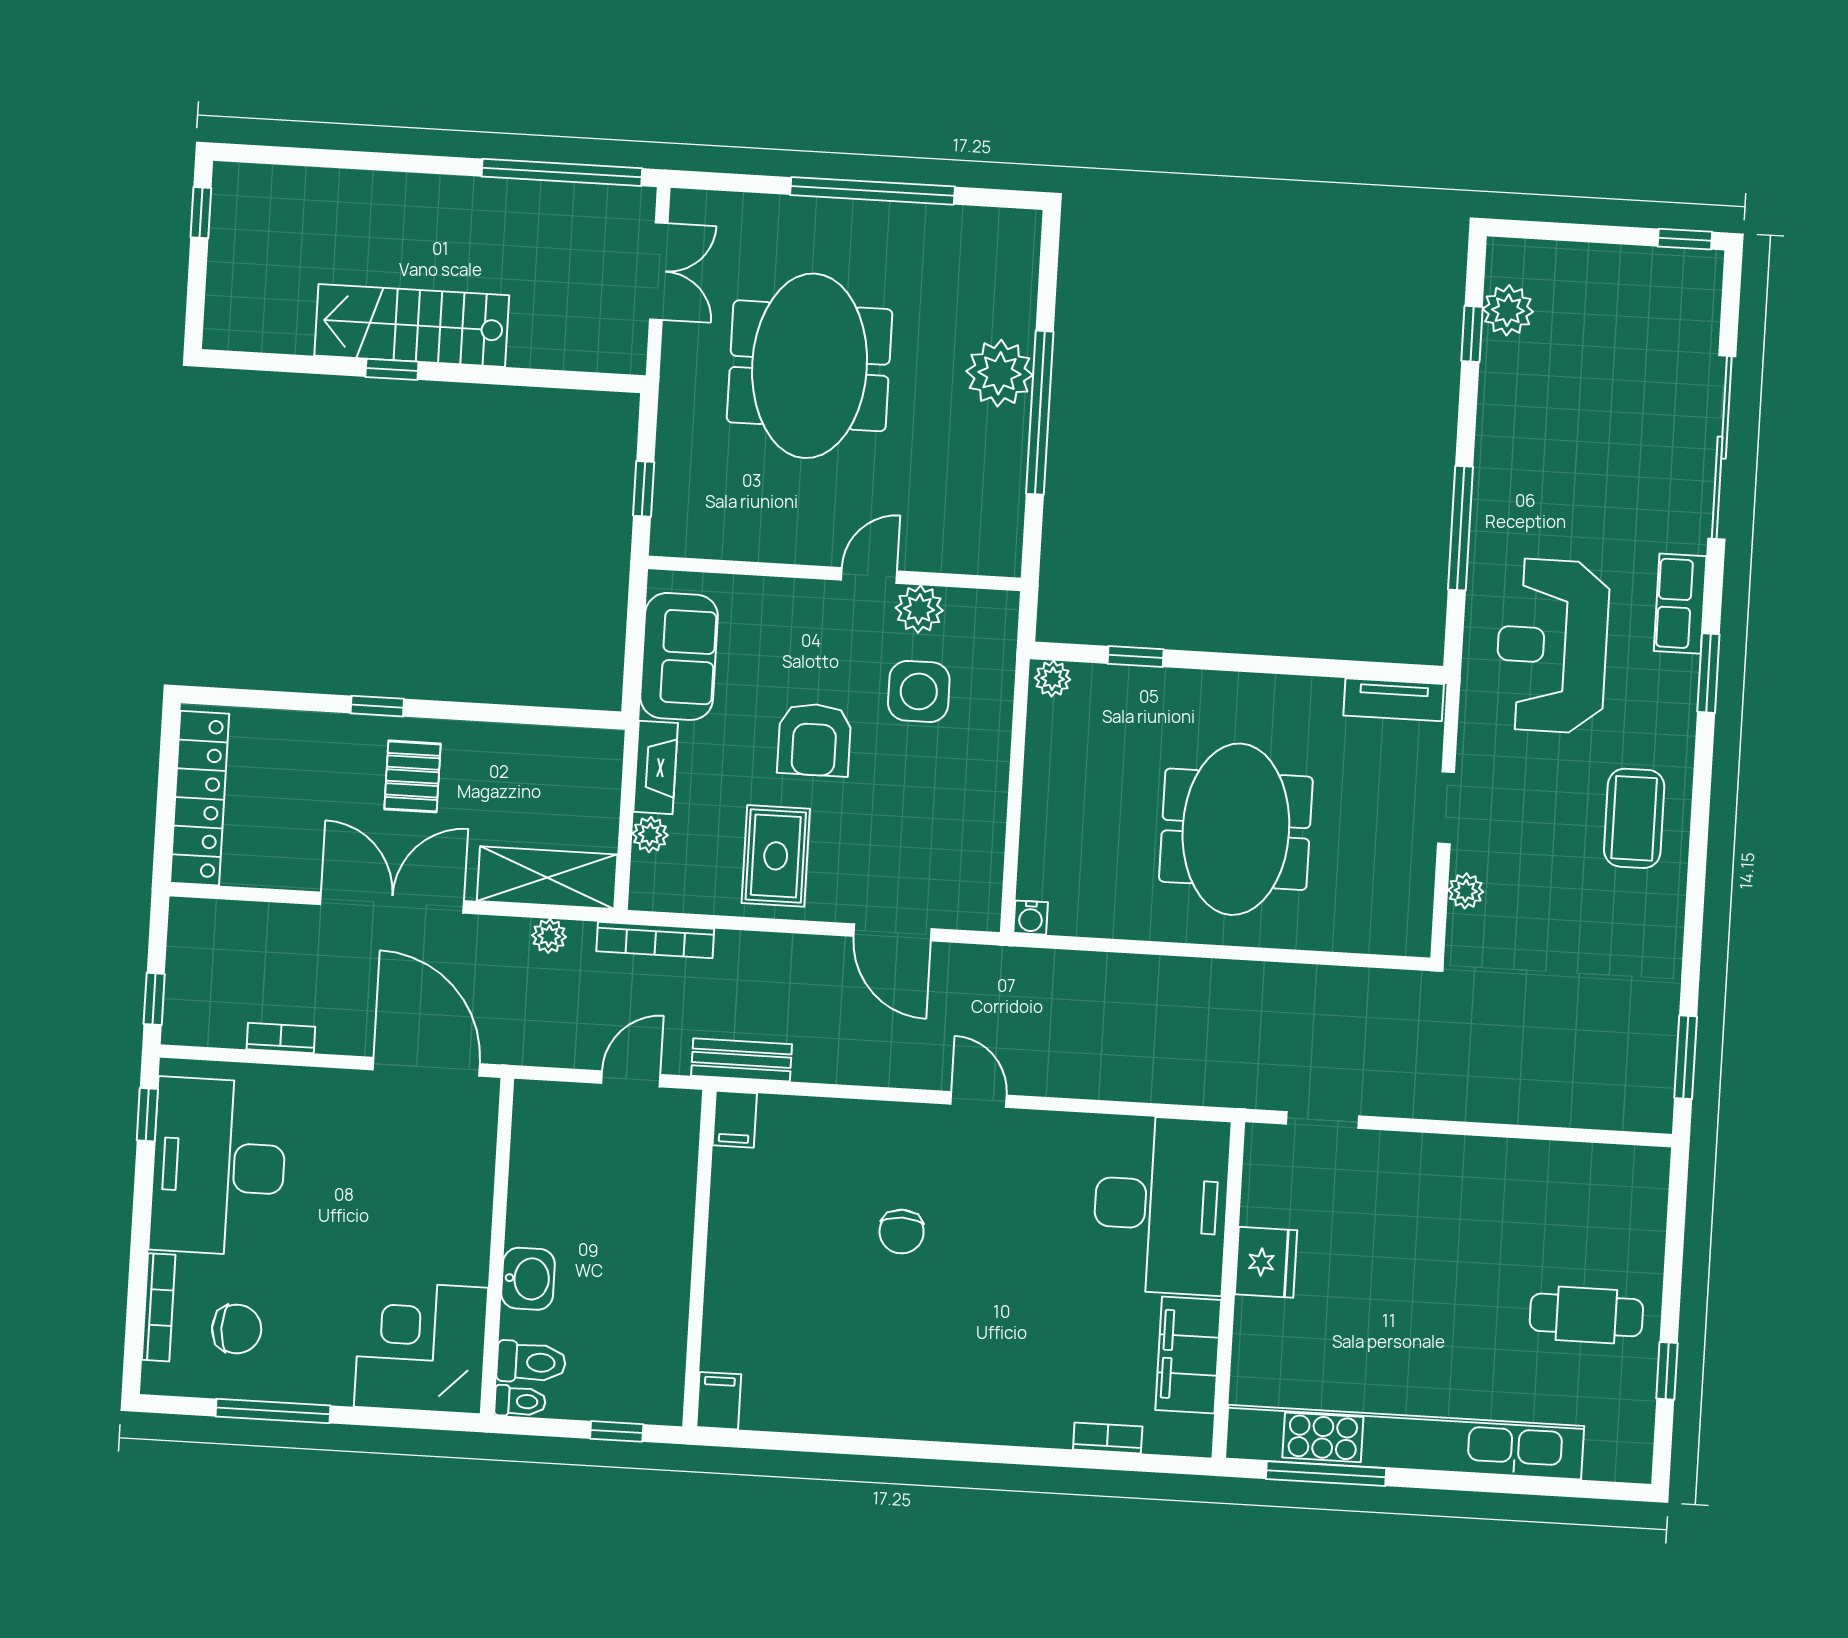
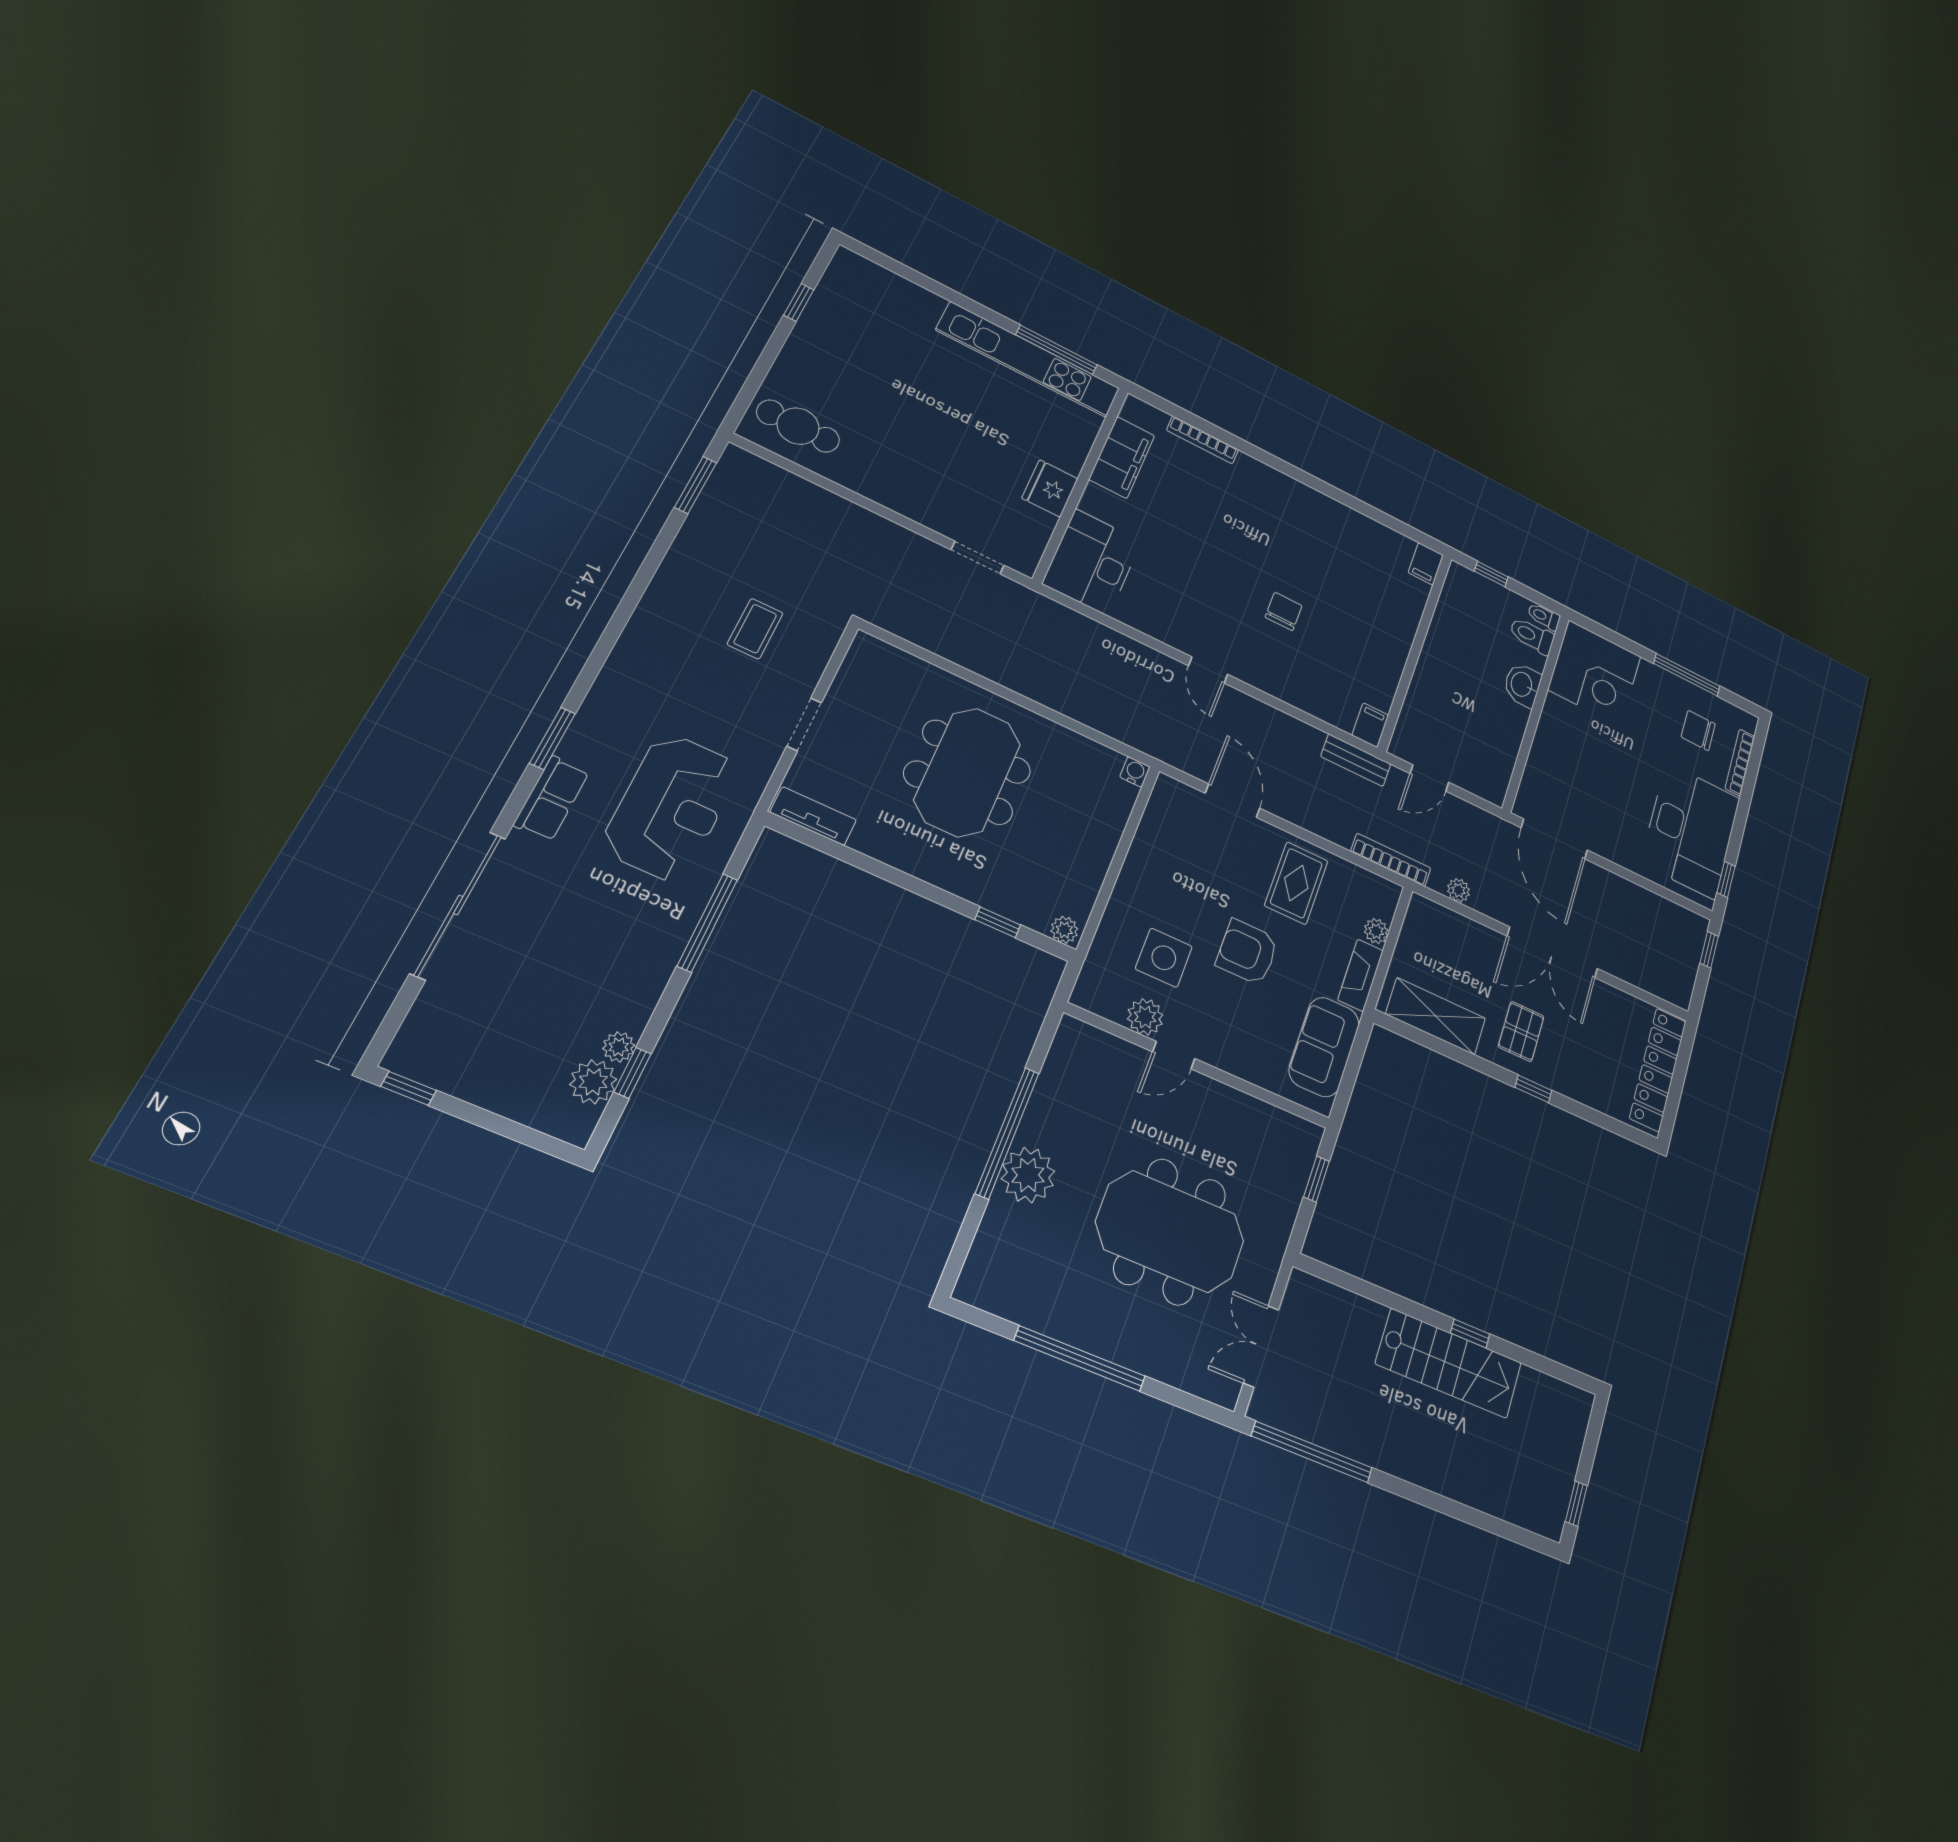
meeting table: (810, 366) -> (1170, 1231), turned 90
armchair: (814, 740) -> (1247, 952), turned -90
coffee table: (1634, 818) -> (755, 629), moved, width x0.73, depth x0.77
shelving: (547, 878) -> (1436, 1016), moved
plant: (1466, 891) -> (619, 1047), moved
bookcase: (281, 1038) -> (1638, 894), removed
desk: (1161, 1205) -> (1092, 562), width x0.73, depth x0.77
cafe table: (1586, 1315) -> (798, 426), moved
bookcase: (1108, 1438) -> (1203, 440), width x1.56
kitchen unit: (1405, 1442) -> (1028, 359), width x0.73

